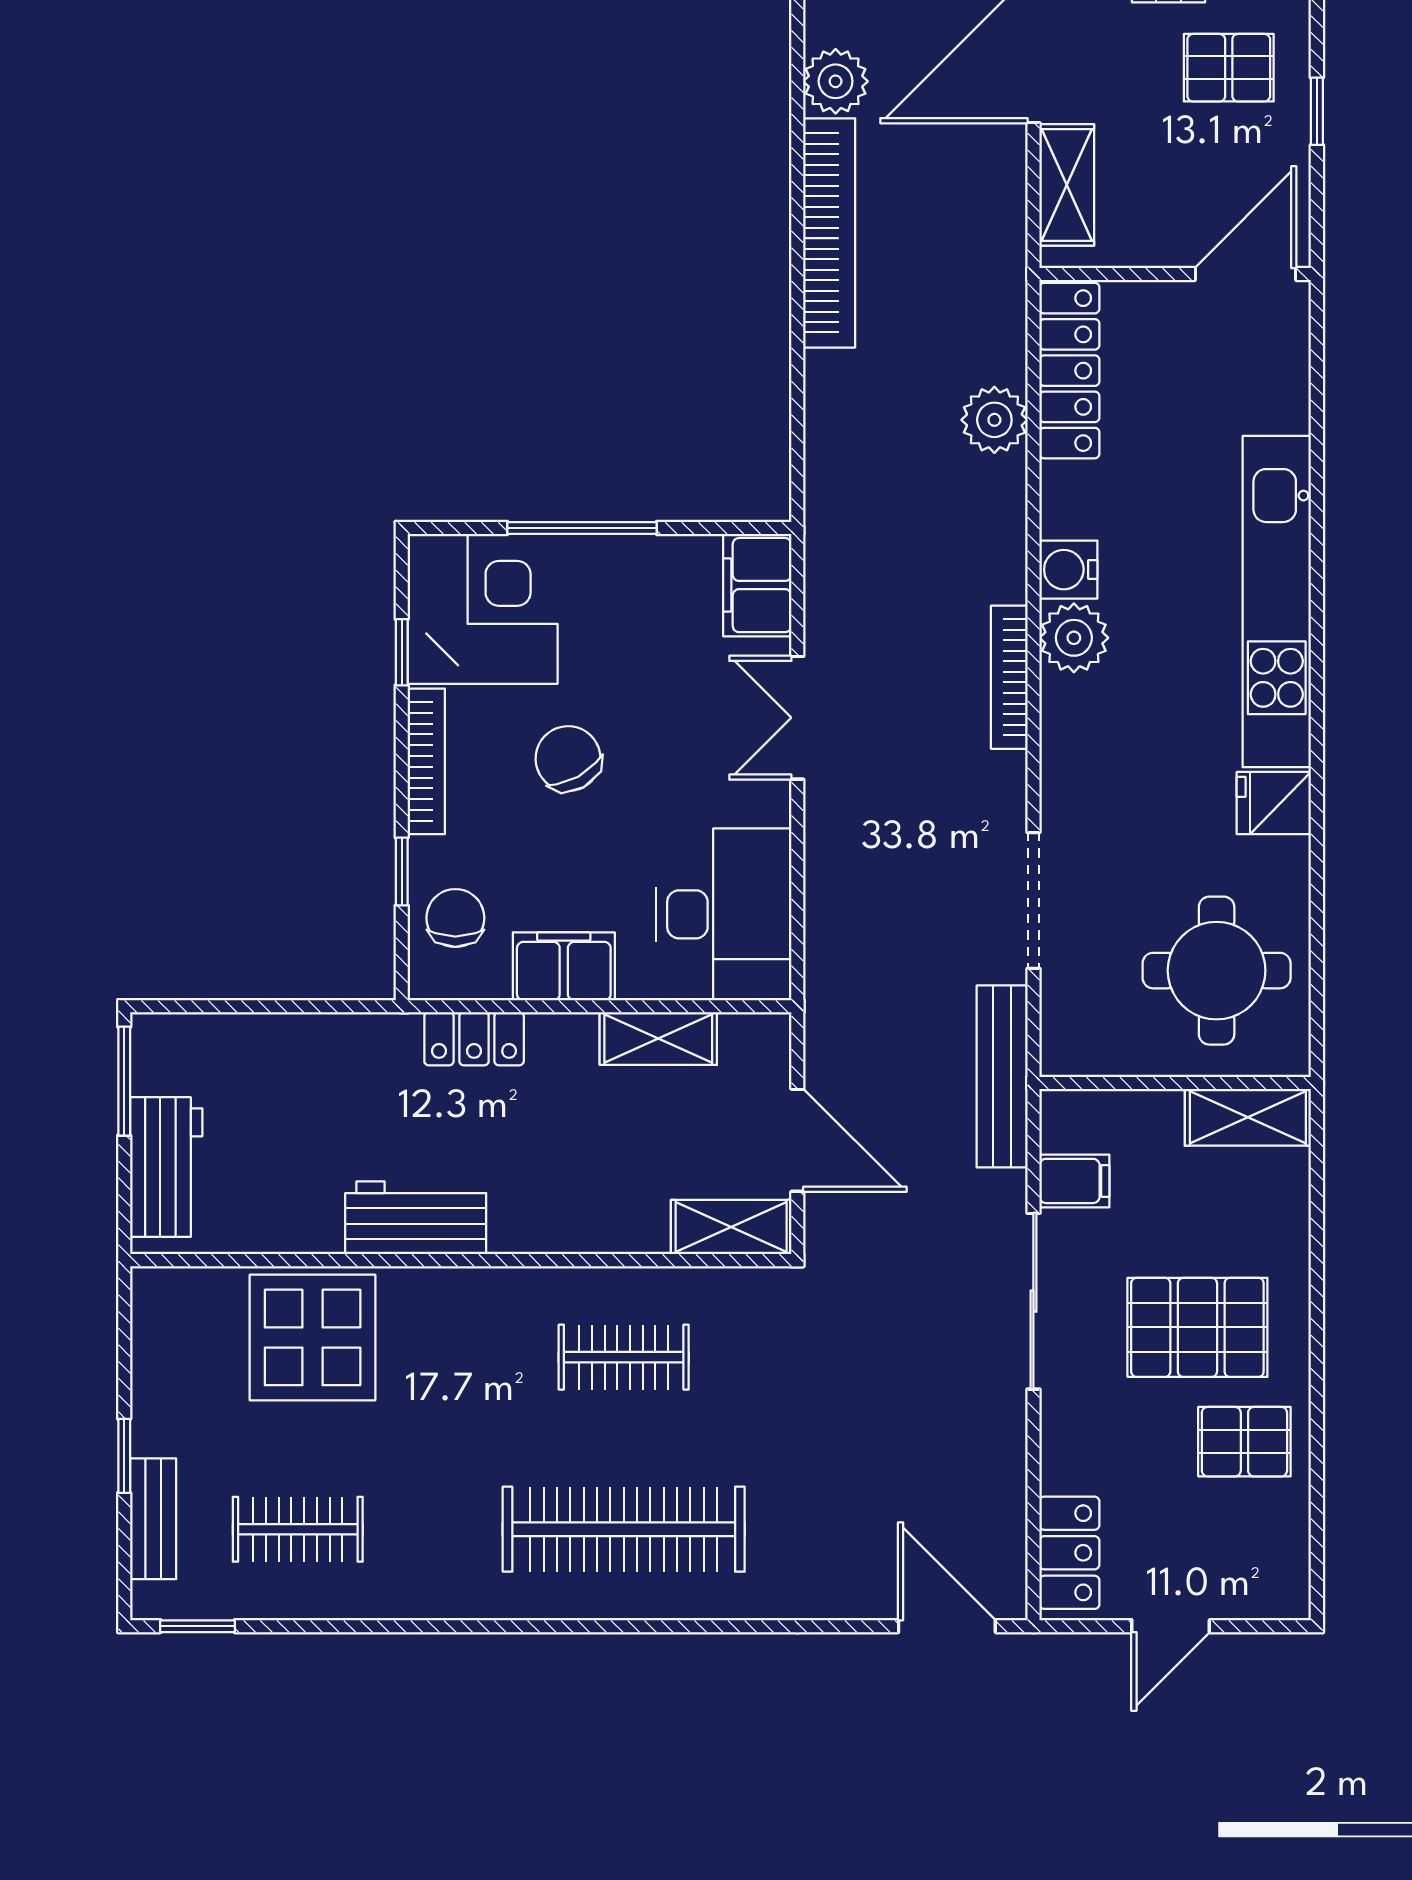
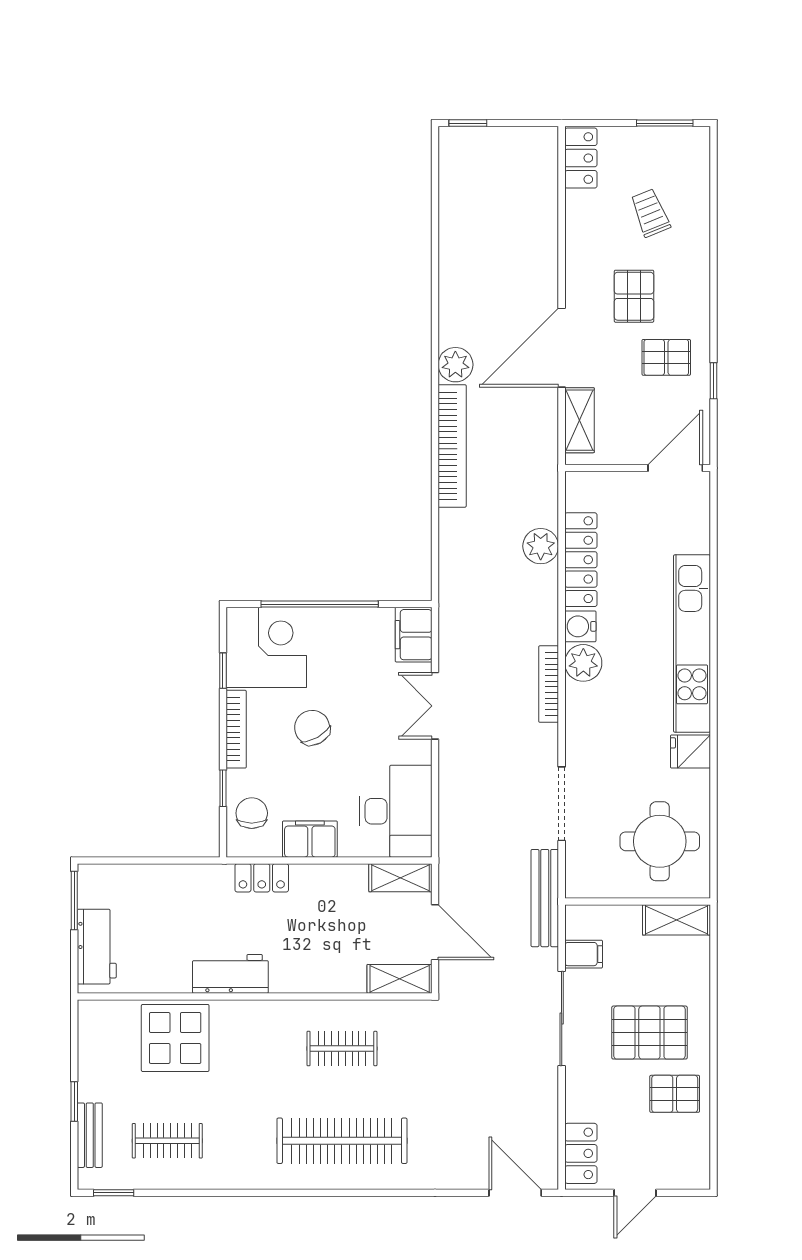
locker: (1069, 371) -> (581, 560), moved
window: (582, 528) -> (320, 604), width x1.46
shelving: (658, 1039) -> (400, 878), moved

